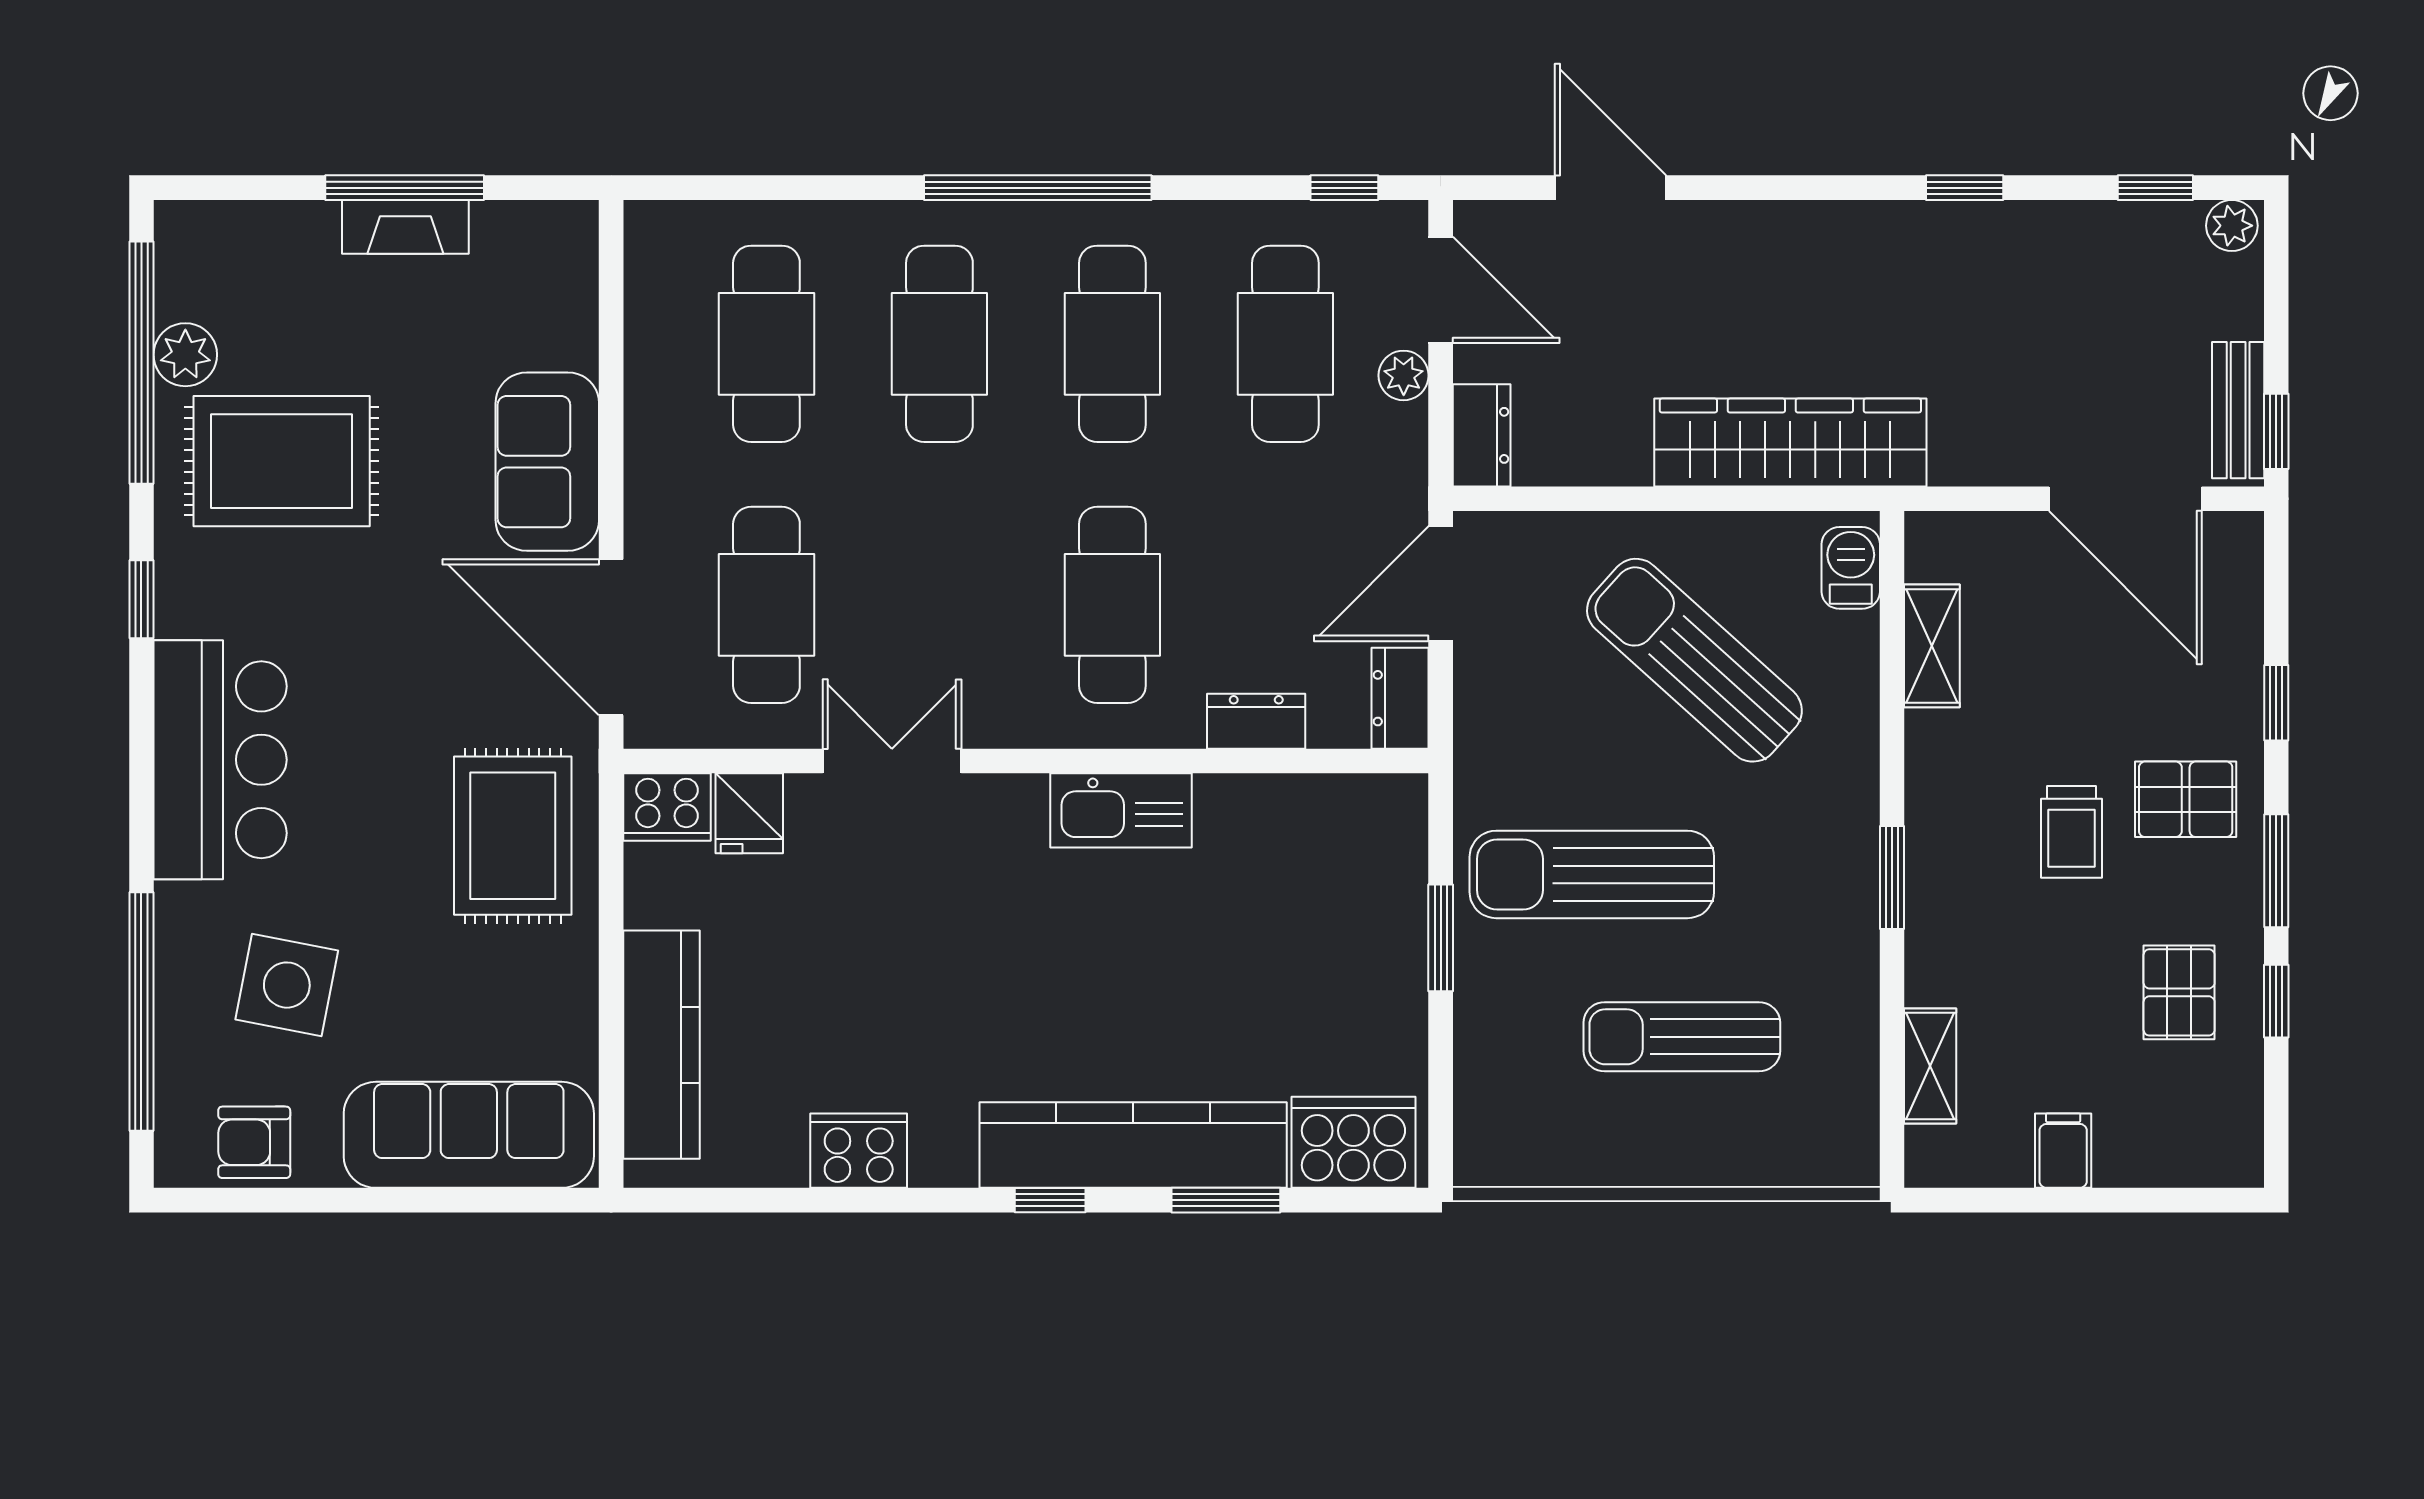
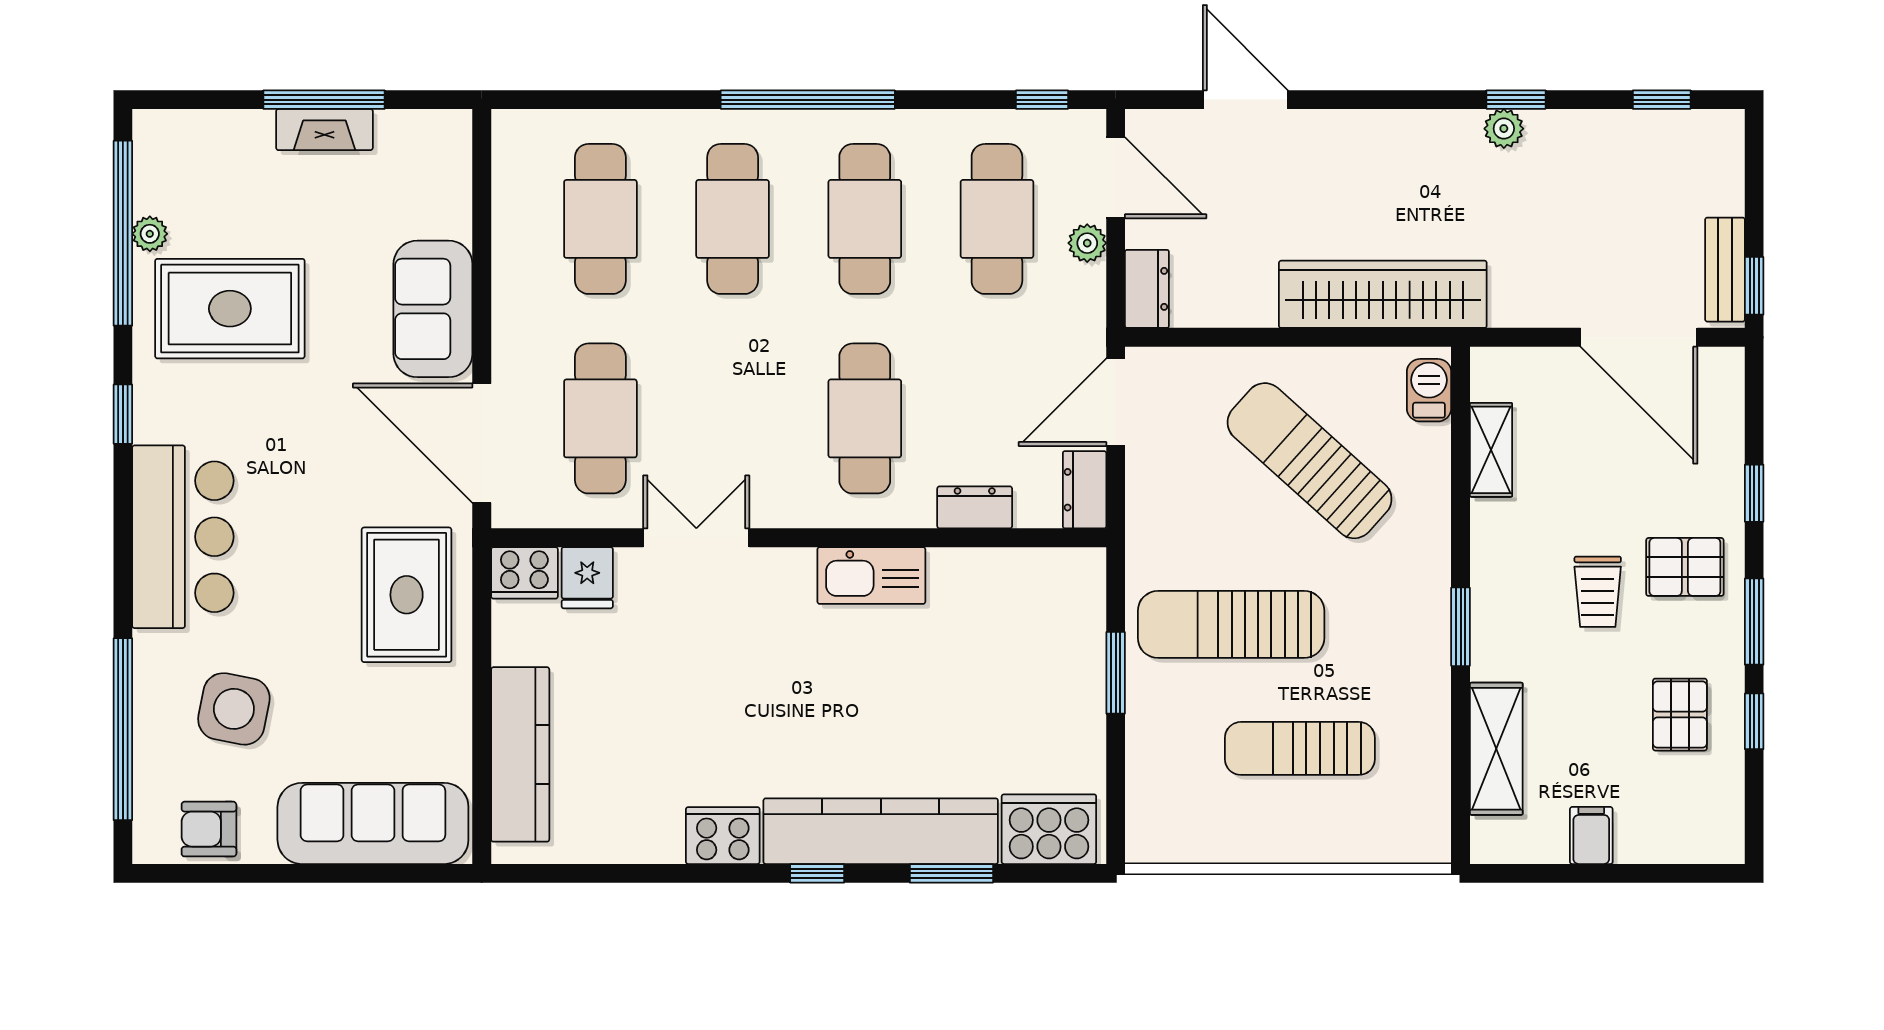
plant: (2232, 226) -> (1504, 129), moved
plant: (185, 355) -> (150, 234), width x0.73, depth x0.73
shelving: (1930, 1066) -> (1496, 749), width x1.50, depth x1.33
cooker: (859, 1151) -> (723, 836), moved

